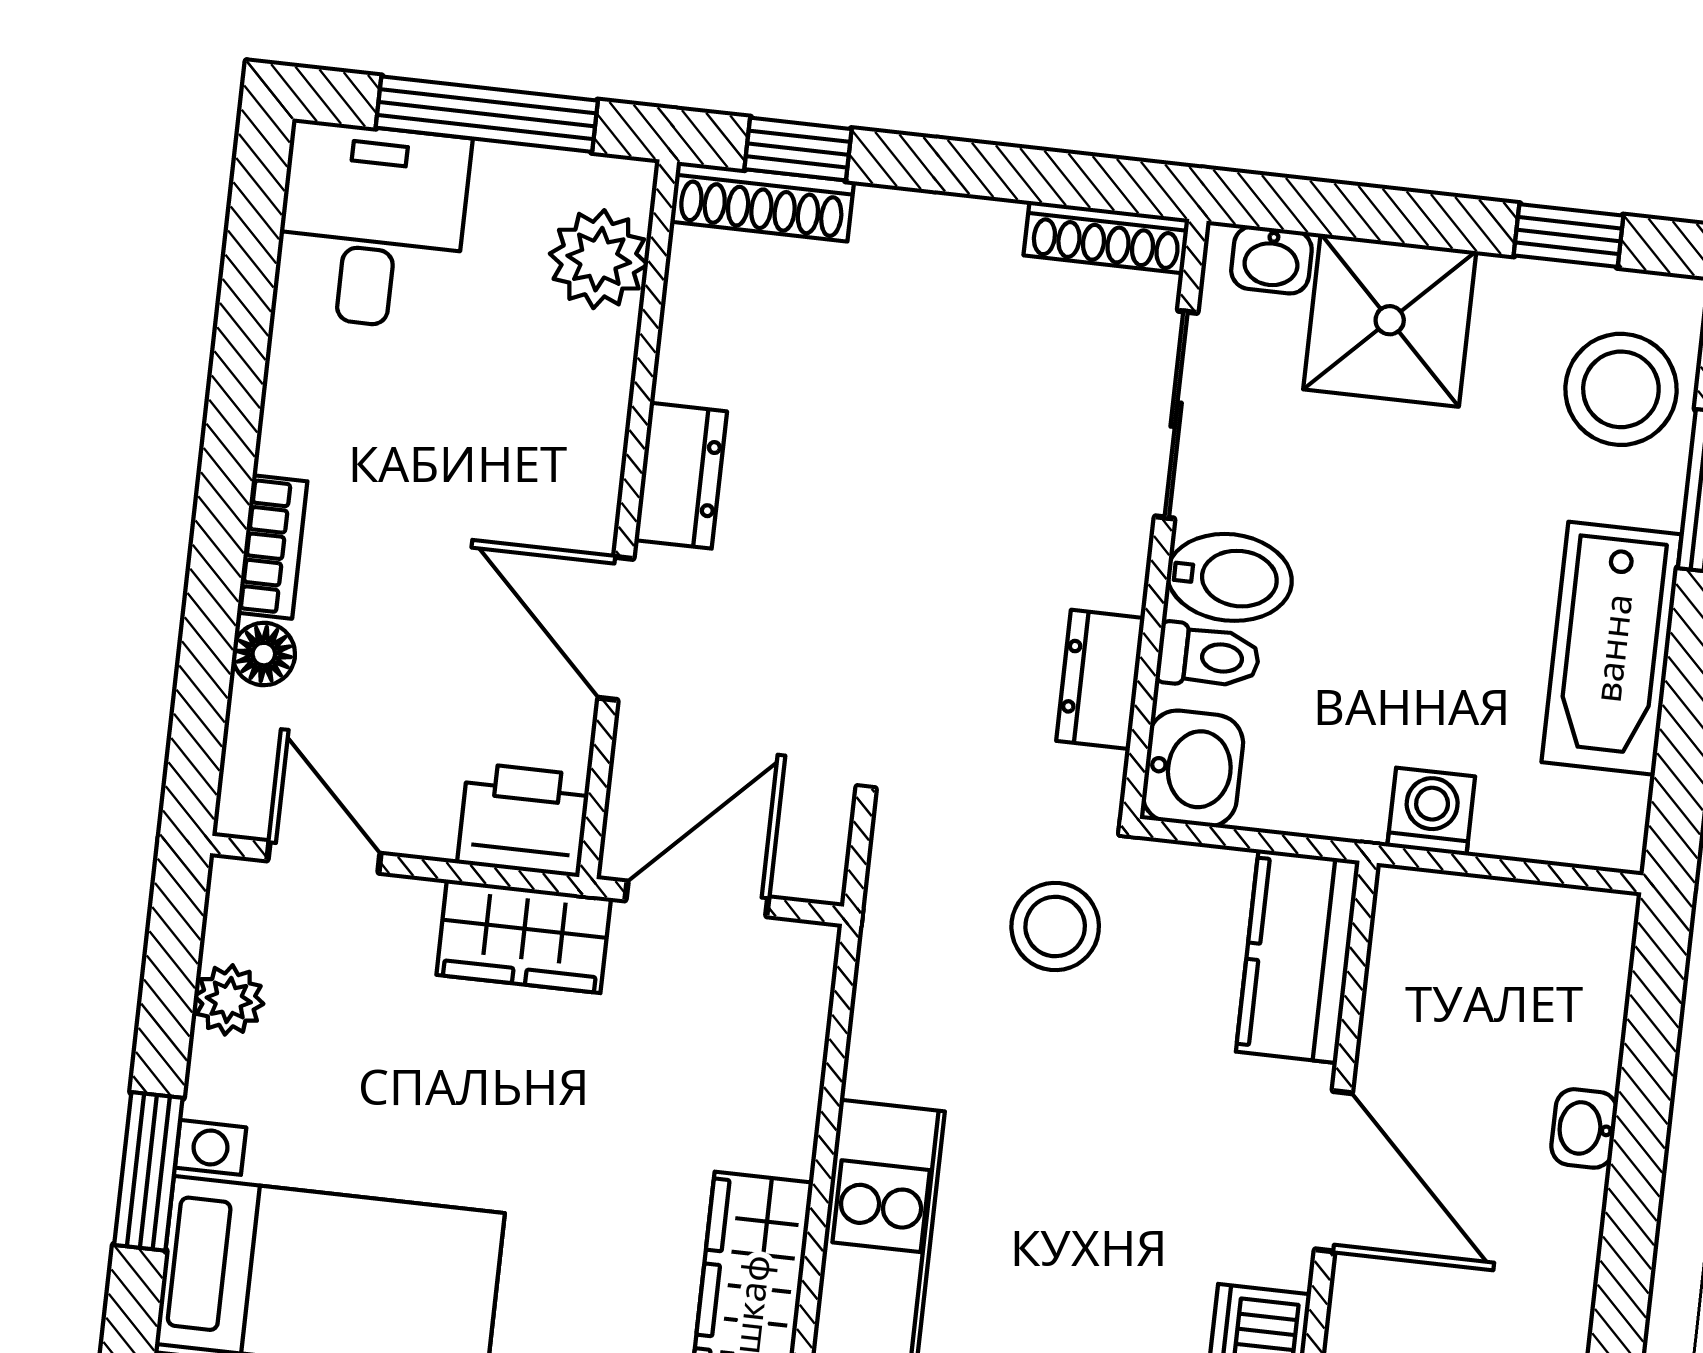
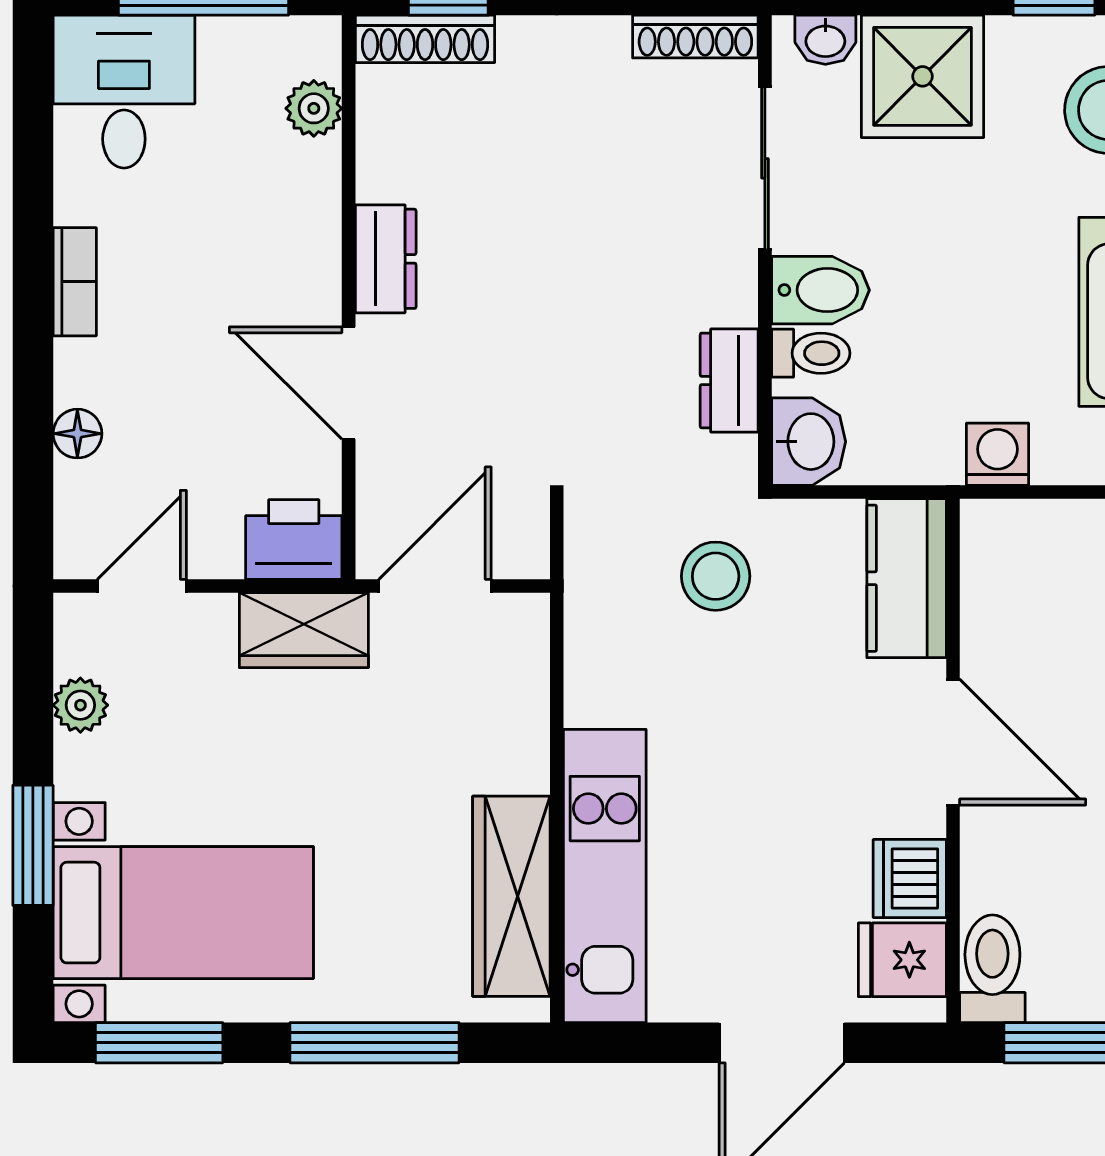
plant: (599, 259) -> (314, 108), width x0.73, depth x0.73
bookcase: (272, 547) -> (75, 282), moved
door: (324, 857) -> (142, 586), hinge flipped

